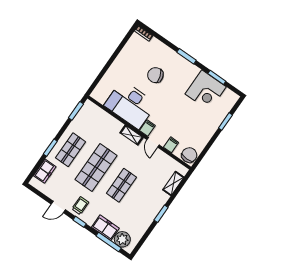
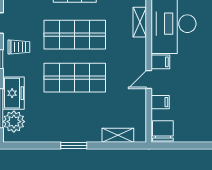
shelving: (131, 135) -> (140, 22), moved
chair: (189, 155) -> (163, 131), turned -90
shop shelf: (121, 185) -> (75, 78), width x1.43, depth x1.36

